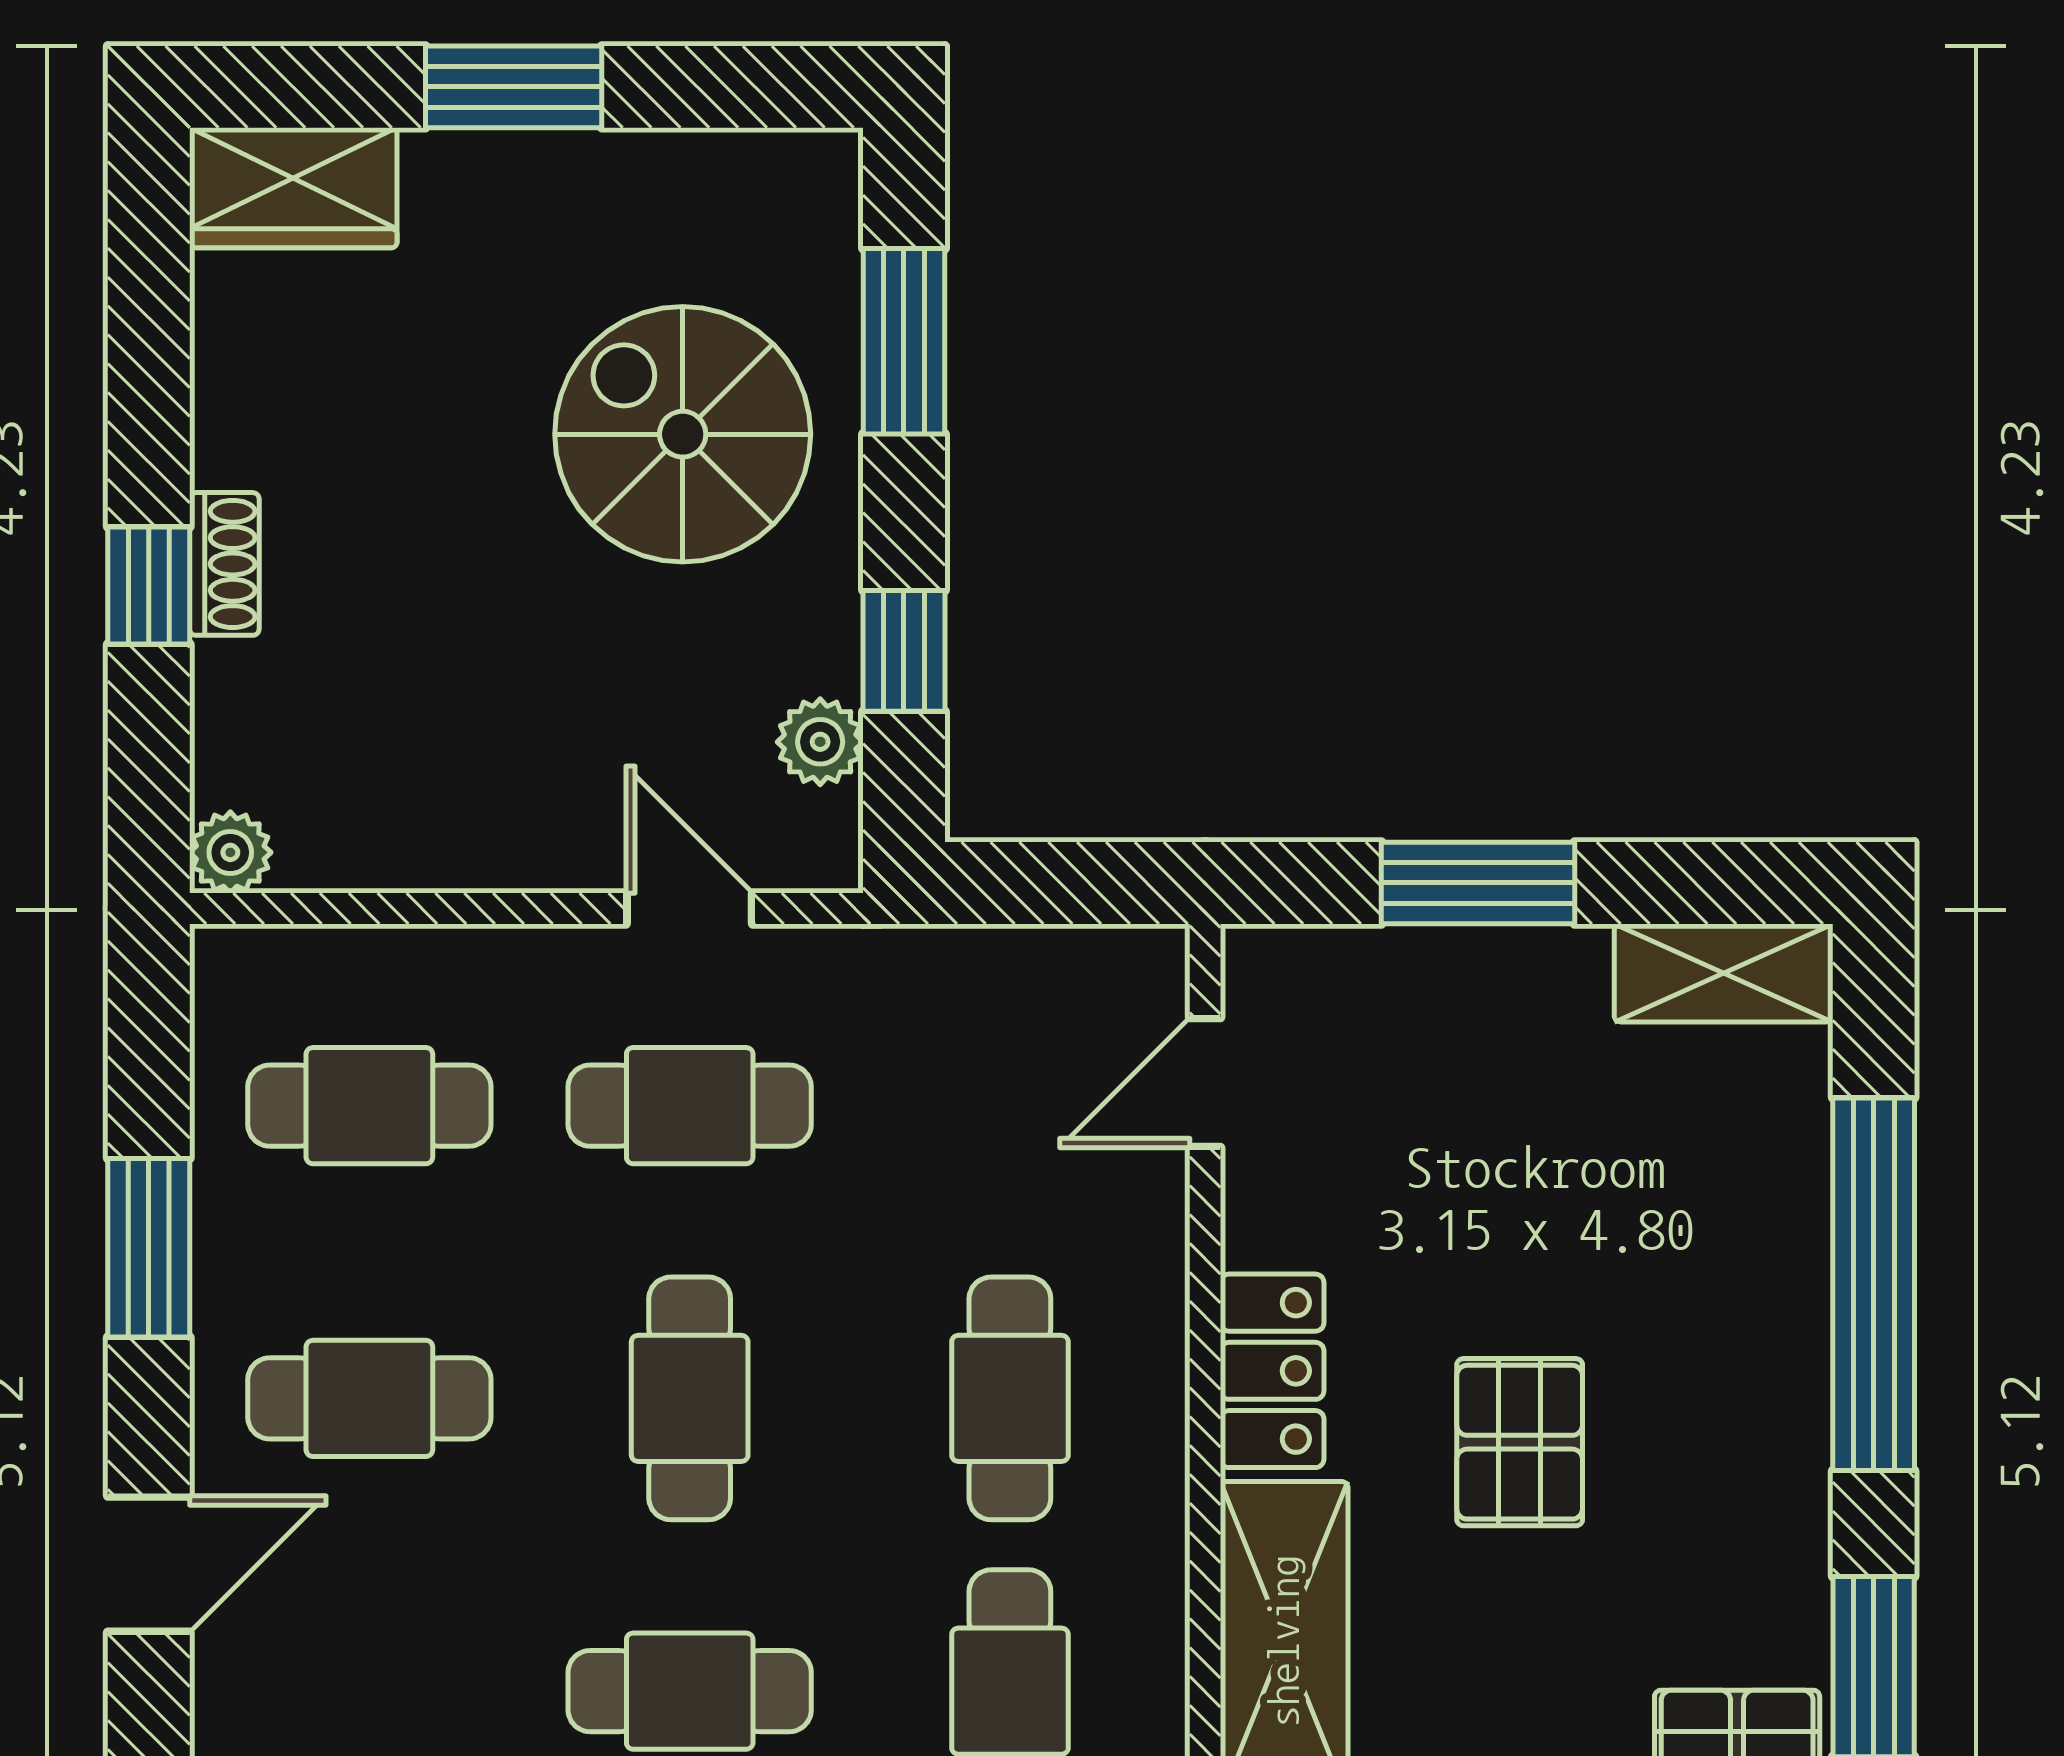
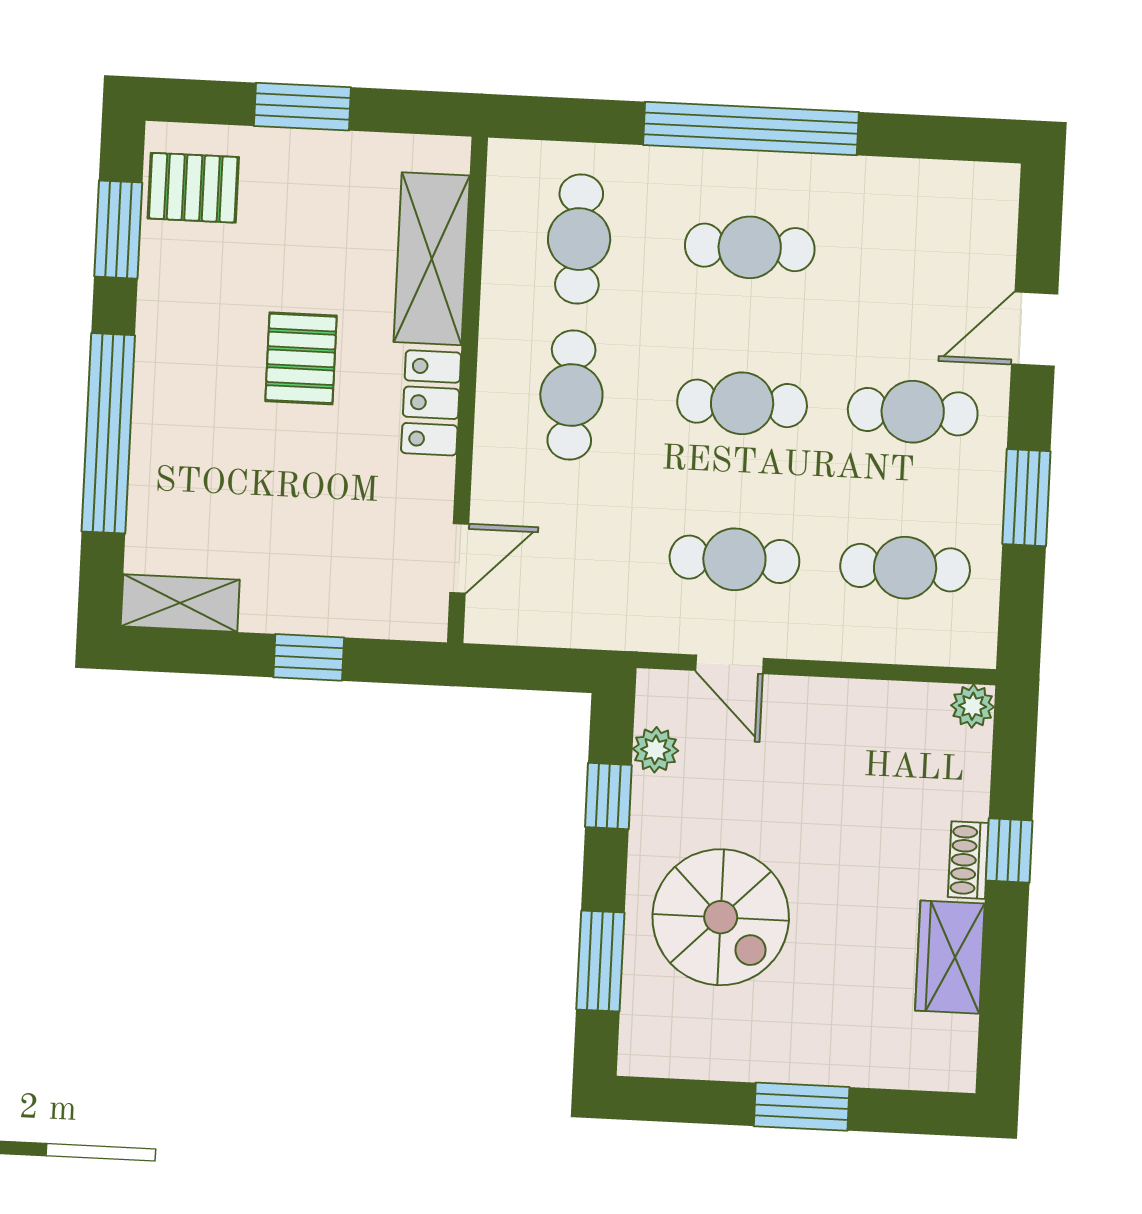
wardrobe: (293, 188) -> (950, 957), moved, turned -90
window: (1478, 883) -> (309, 657), width x0.67
cafe table: (690, 1398) -> (742, 403), turned 90

